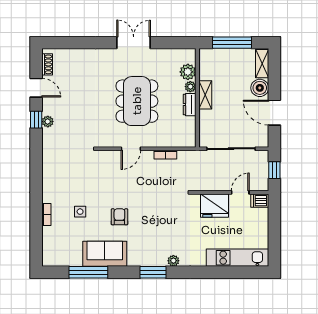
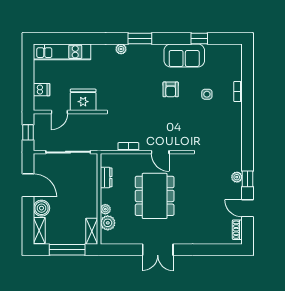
shelving: (205, 95) -> (92, 231), moved
dresser: (190, 105) -> (106, 177), moved
door: (131, 149) -> (160, 152), swing flipped
dishwasher: (260, 201) -> (42, 90), moved
window: (88, 272) -> (199, 38), width x0.46

